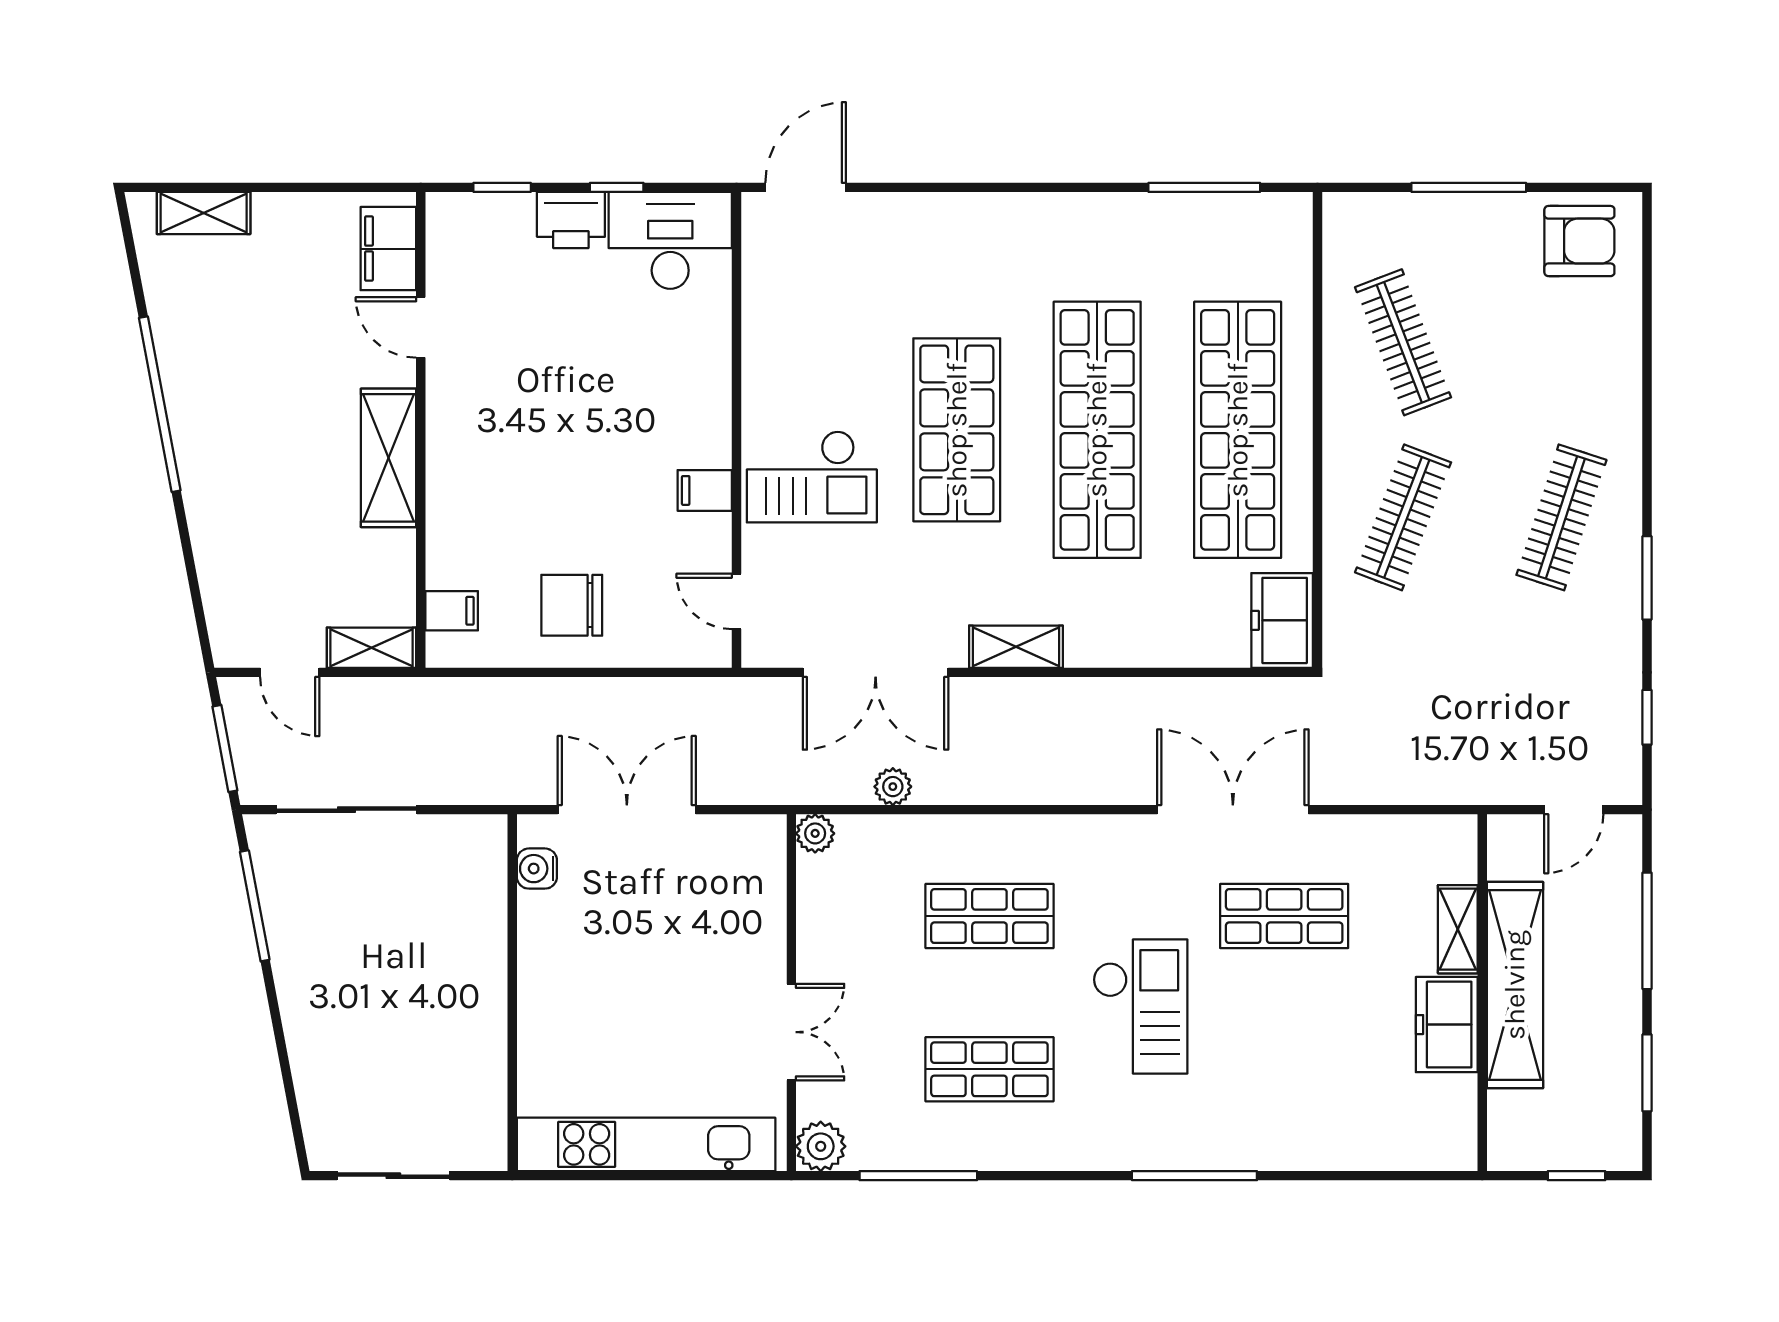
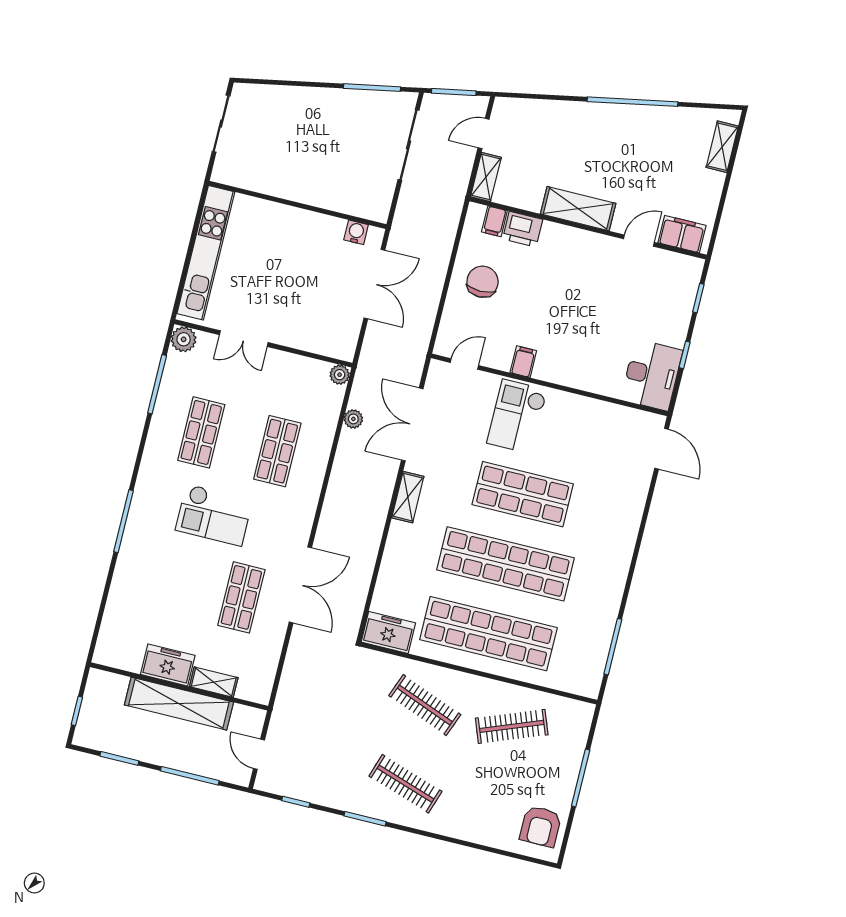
printer: (571, 220) -> (523, 229), moved, turned -90

